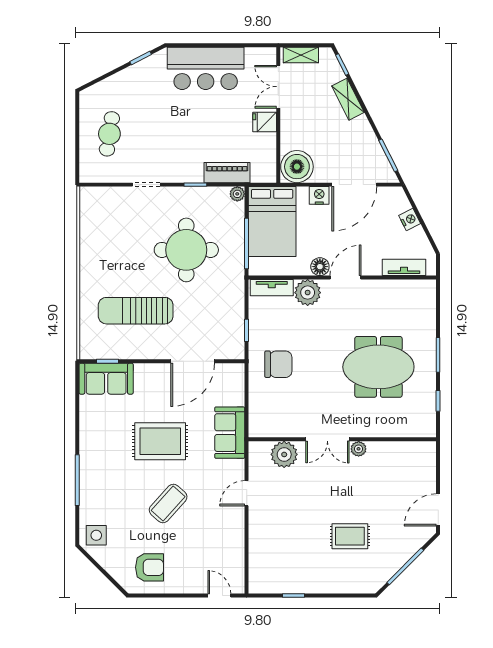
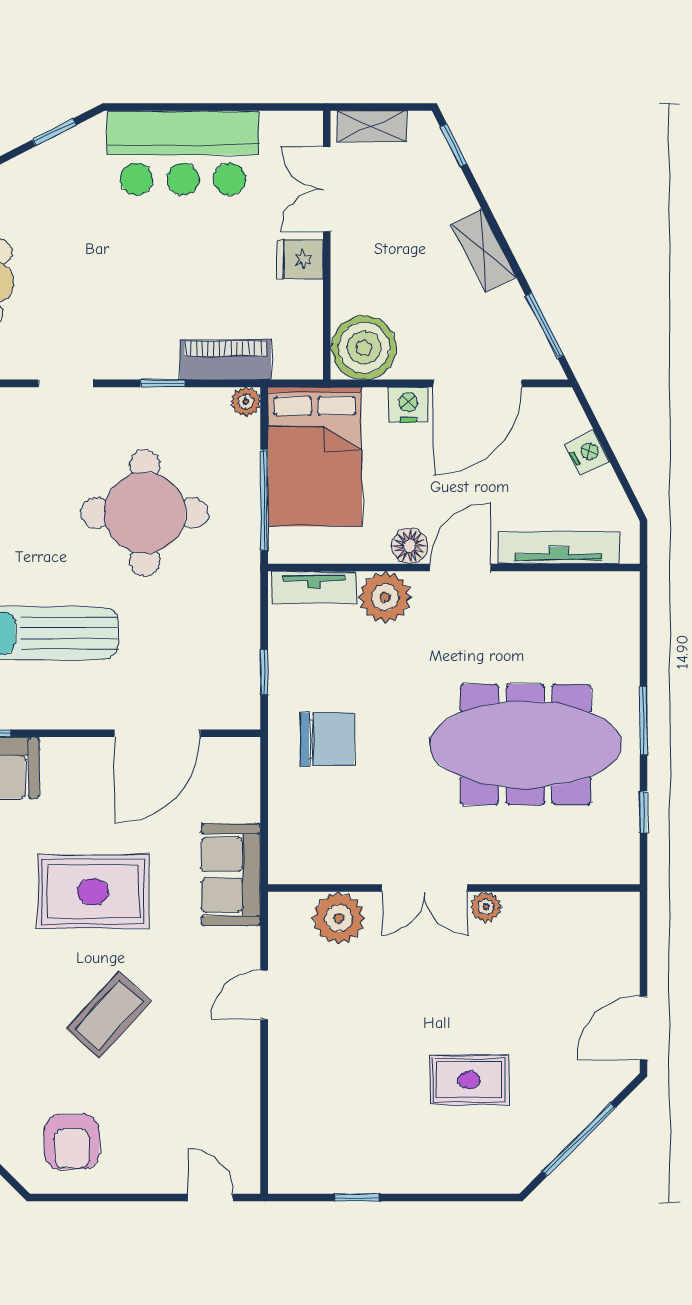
shelving: (348, 99) -> (484, 251), moved
tv unit: (404, 267) -> (559, 547), width x1.41
meeting table: (378, 367) -> (525, 744), width x1.36
armchair: (149, 567) -> (72, 1142), turned 89

